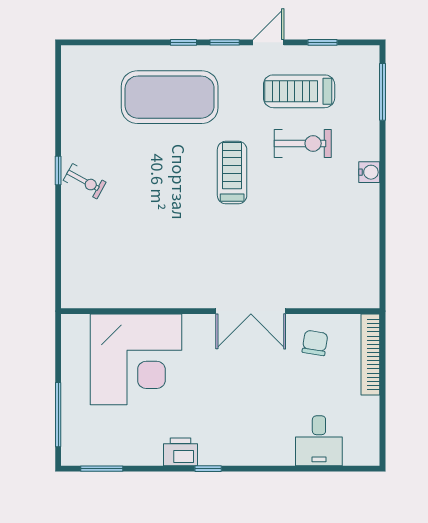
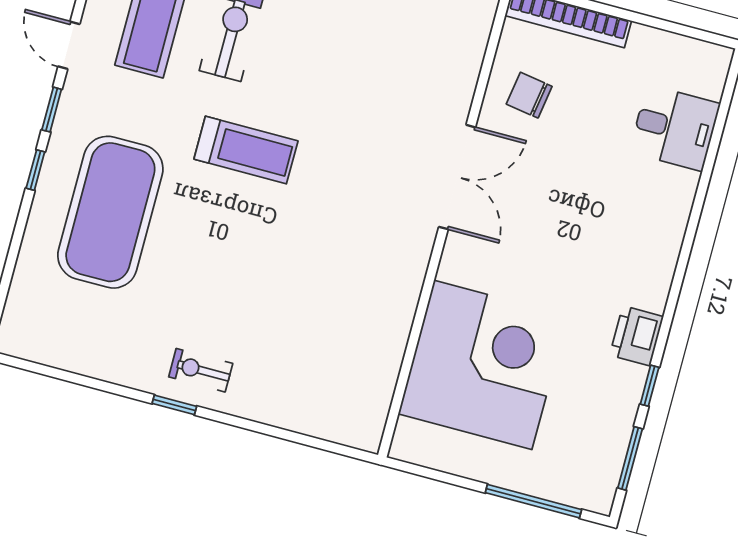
treadmill: (232, 173) -> (246, 150), turned 180
exercise bike: (85, 181) -> (201, 370), turned -119
window: (208, 469) -> (650, 386), moved

